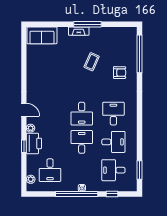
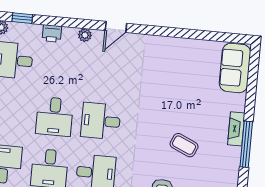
desk: (82, 142) -> (54, 117), turned 90
printer: (34, 143) -> (52, 33), width x0.53, depth x0.68
window: (24, 146) -> (22, 18), moved

